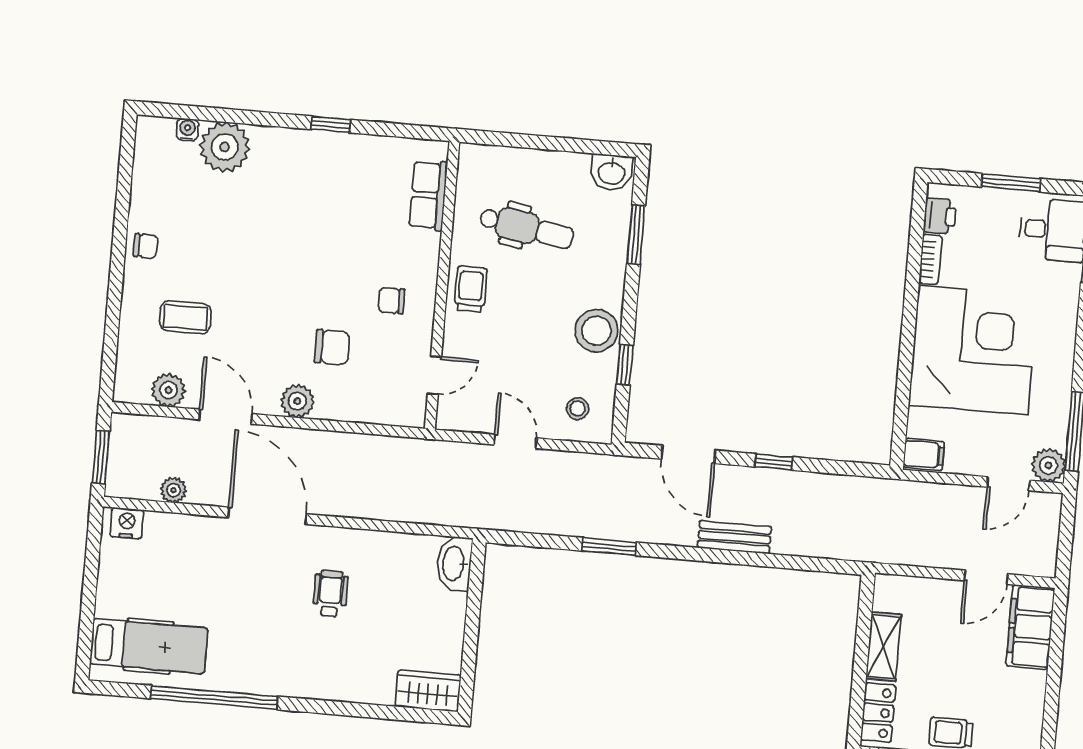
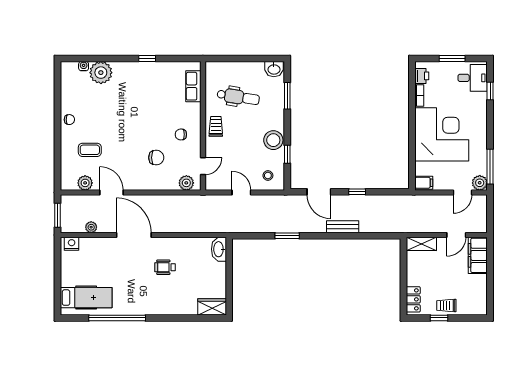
plant: (297, 401) -> (186, 183), moved
wheelchair: (330, 594) -> (165, 267), turned -90
shelving: (884, 647) -> (421, 244), moved, turned 90

